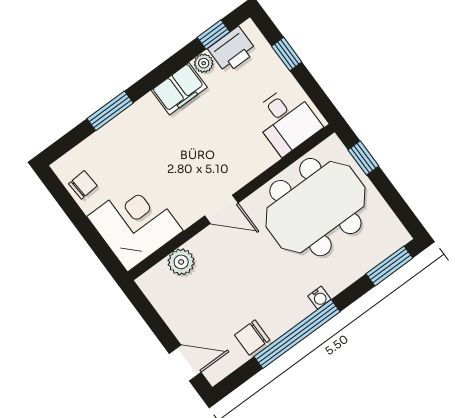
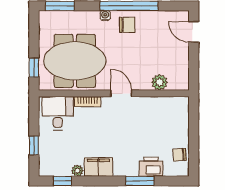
printer: (232, 50) -> (151, 167), moved
bookcase: (258, 165) -> (87, 102), added
corner desk: (135, 224) -> (168, 117), removed
chair: (252, 338) -> (127, 25), moved

